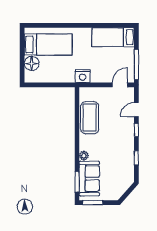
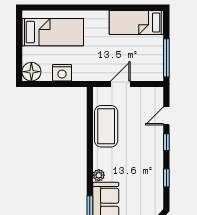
floor lamp: (32, 63) -> (31, 72), moved
nightstand: (83, 76) -> (62, 73), moved
door: (120, 85) -> (120, 84), moved

